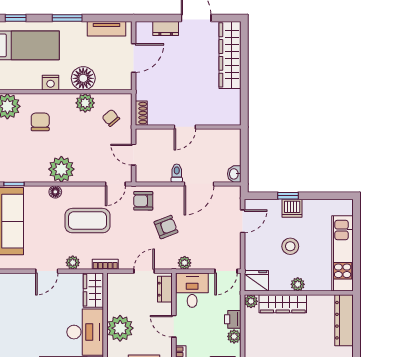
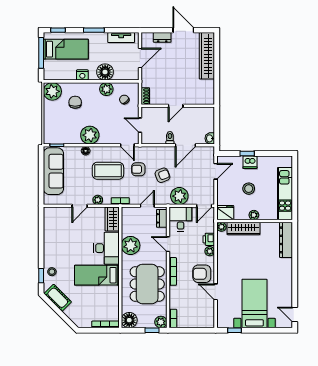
door: (115, 184) -> (127, 145), hinge flipped
armchair: (143, 201) -> (138, 169), moved
plant: (185, 263) -> (179, 196), width x1.88, depth x1.88

